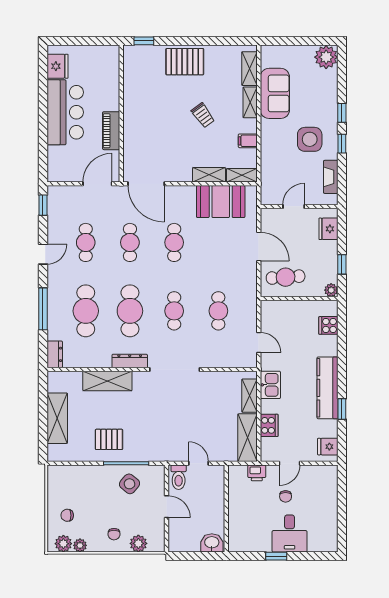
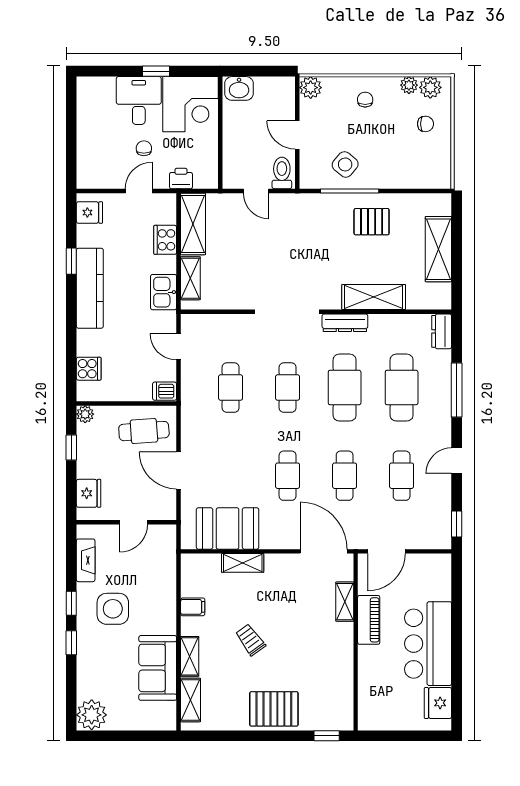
shelving: (242, 175) -> (345, 602), moved, turned 90
dishwasher: (270, 308) -> (165, 391), added
corner desk: (249, 531) -> (190, 104), added
plant: (138, 543) -> (311, 88), moved

